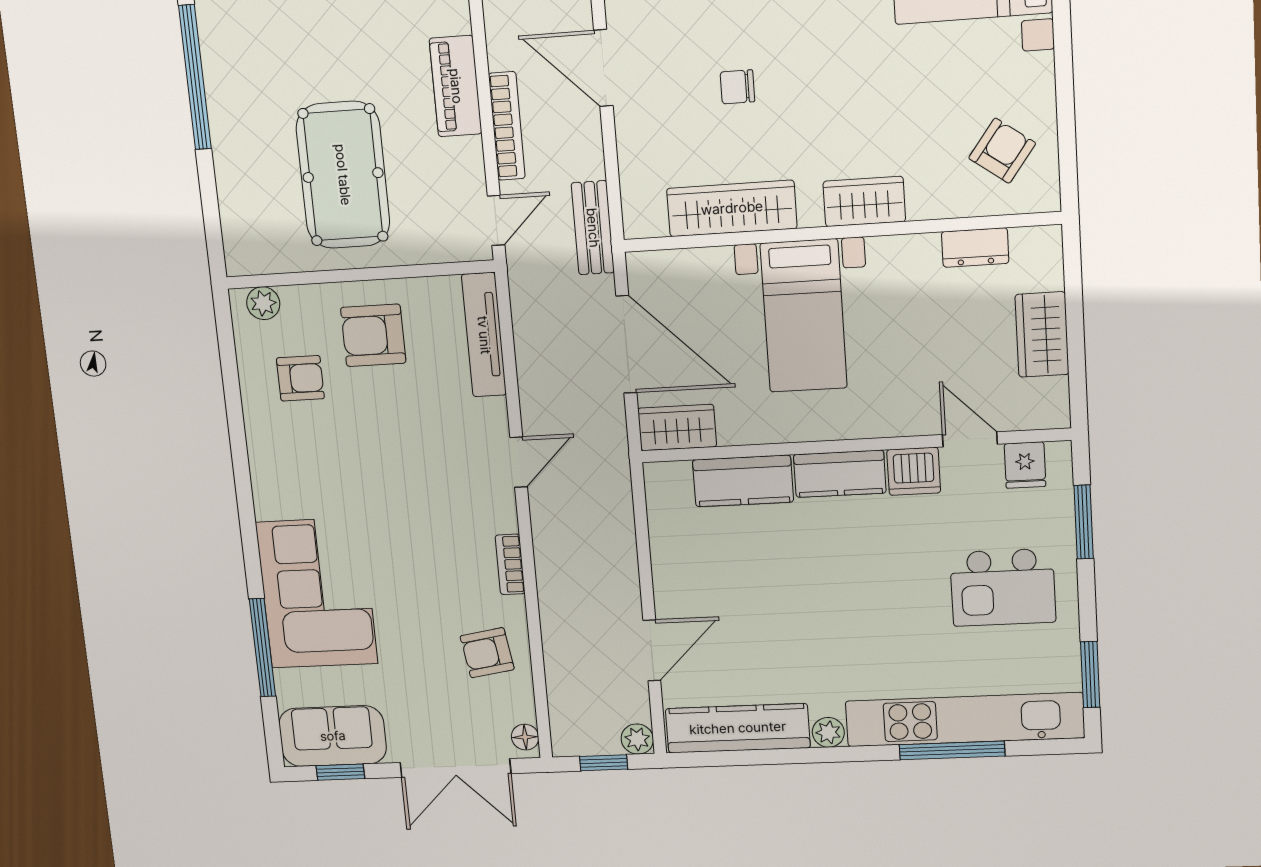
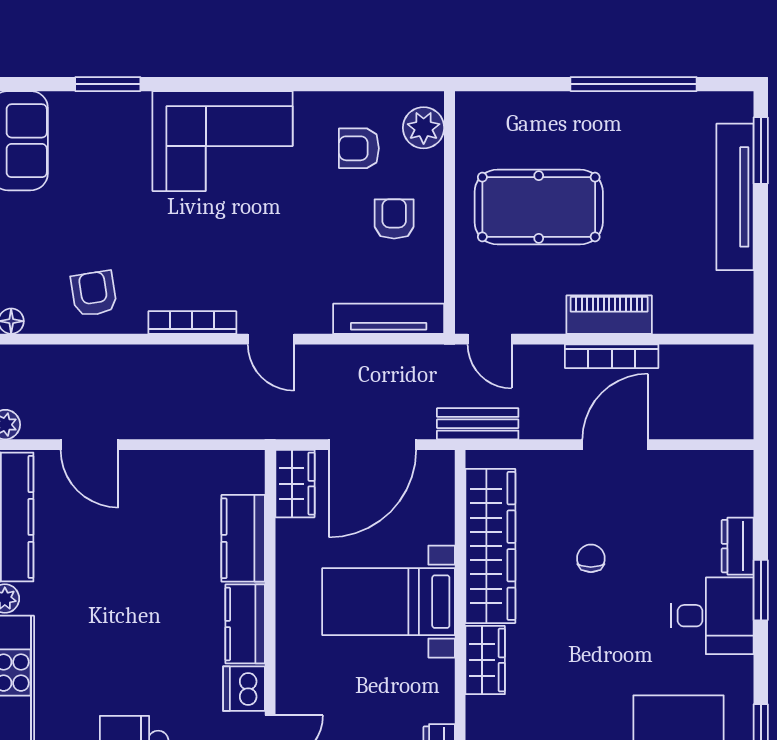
bookcase: (507, 126) -> (612, 356), moved
wardrobe: (732, 208) -> (490, 546), width x1.40, depth x1.17
plant: (263, 303) -> (424, 128), width x1.38, depth x1.38
armchair: (373, 335) -> (394, 219), width x0.72, depth x0.72
armchair: (300, 378) -> (359, 148), turned 90
bookcase: (510, 564) -> (192, 323), width x1.56
corner sofa: (317, 593) -> (222, 141), moved
window: (262, 648) -> (108, 84), width x0.69

